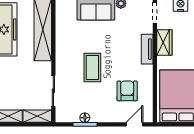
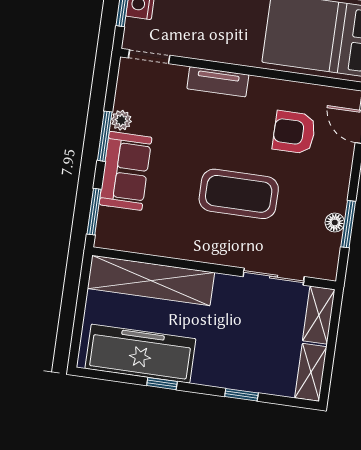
wardrobe: (164, 42) -> (210, 46), removed
coffee table: (92, 67) -> (239, 194), width x1.36, depth x1.32

